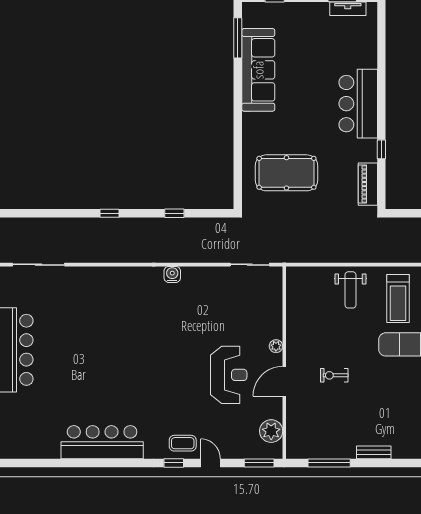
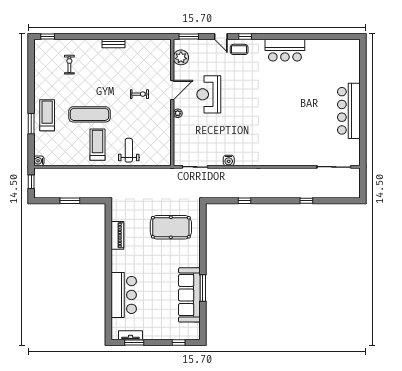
window: (238, 38) -> (203, 288), moved
bar counter: (358, 104) -> (124, 295), moved
window: (381, 149) -> (108, 243), removed
piano: (368, 184) -> (117, 235), moved
window: (110, 213) -> (306, 201), moved
water cooler: (172, 274) -> (229, 160), moved
bar counter: (102, 442) -> (285, 50), width x0.73
window: (329, 463) -> (143, 36), removed

